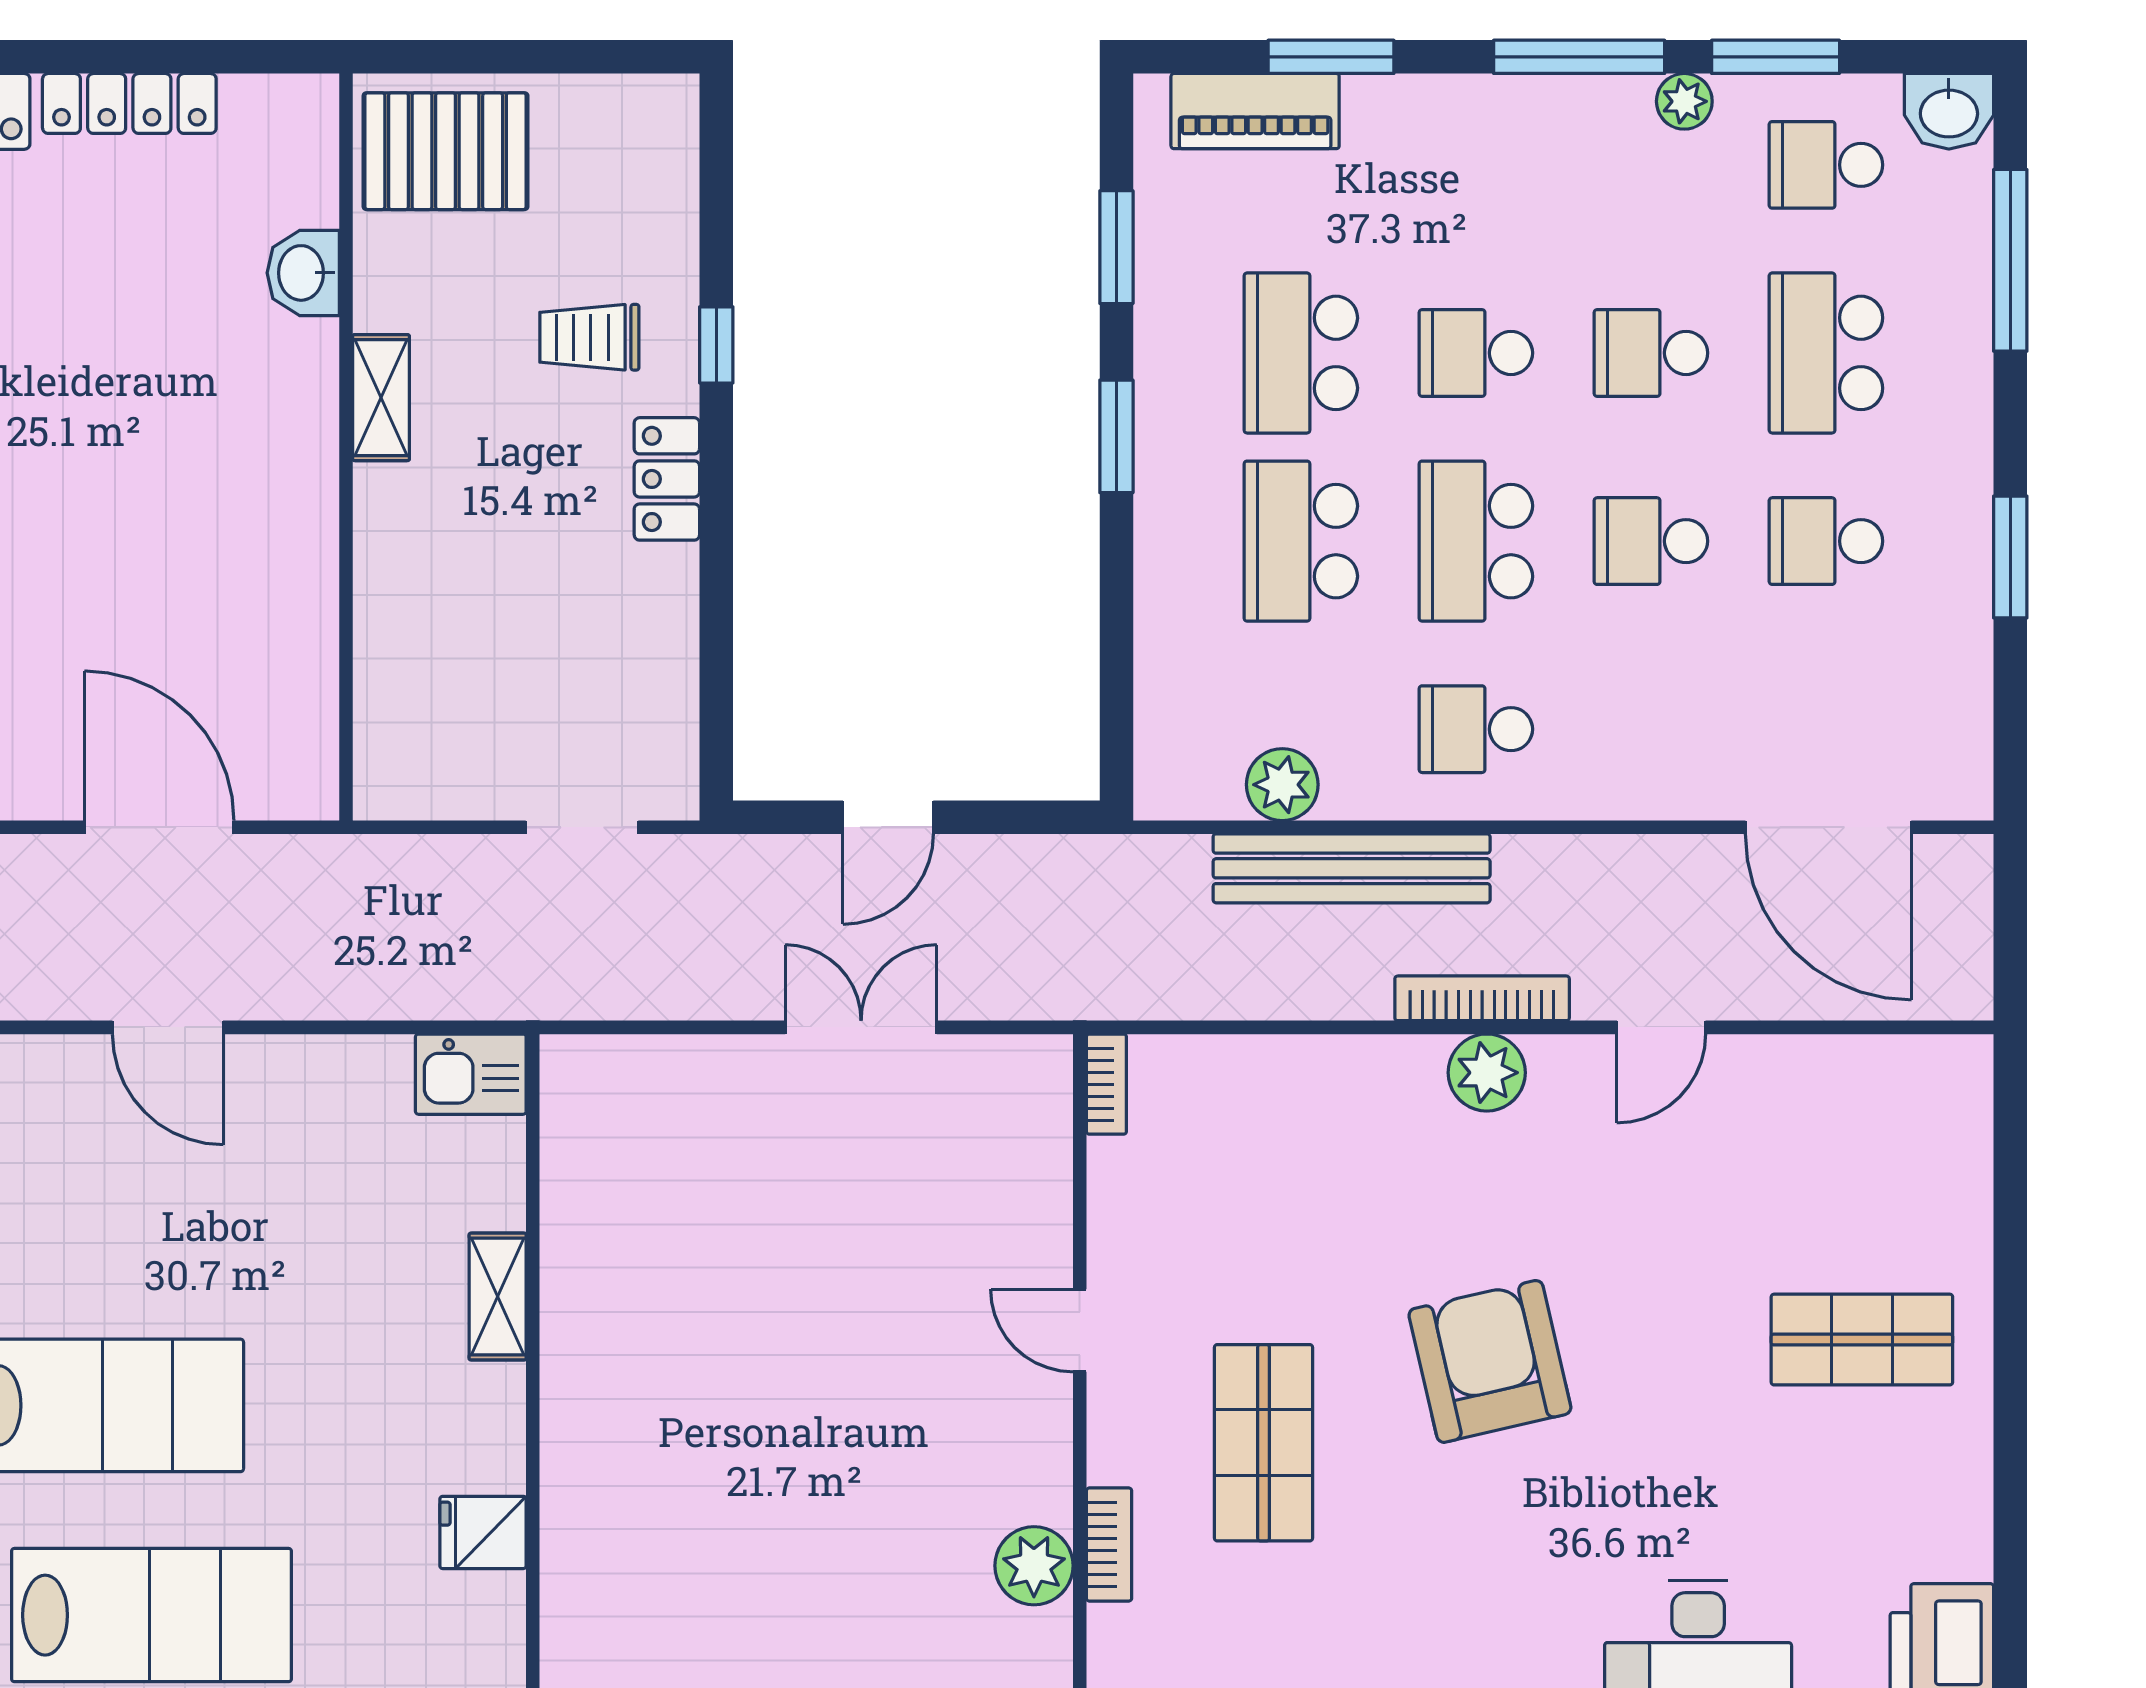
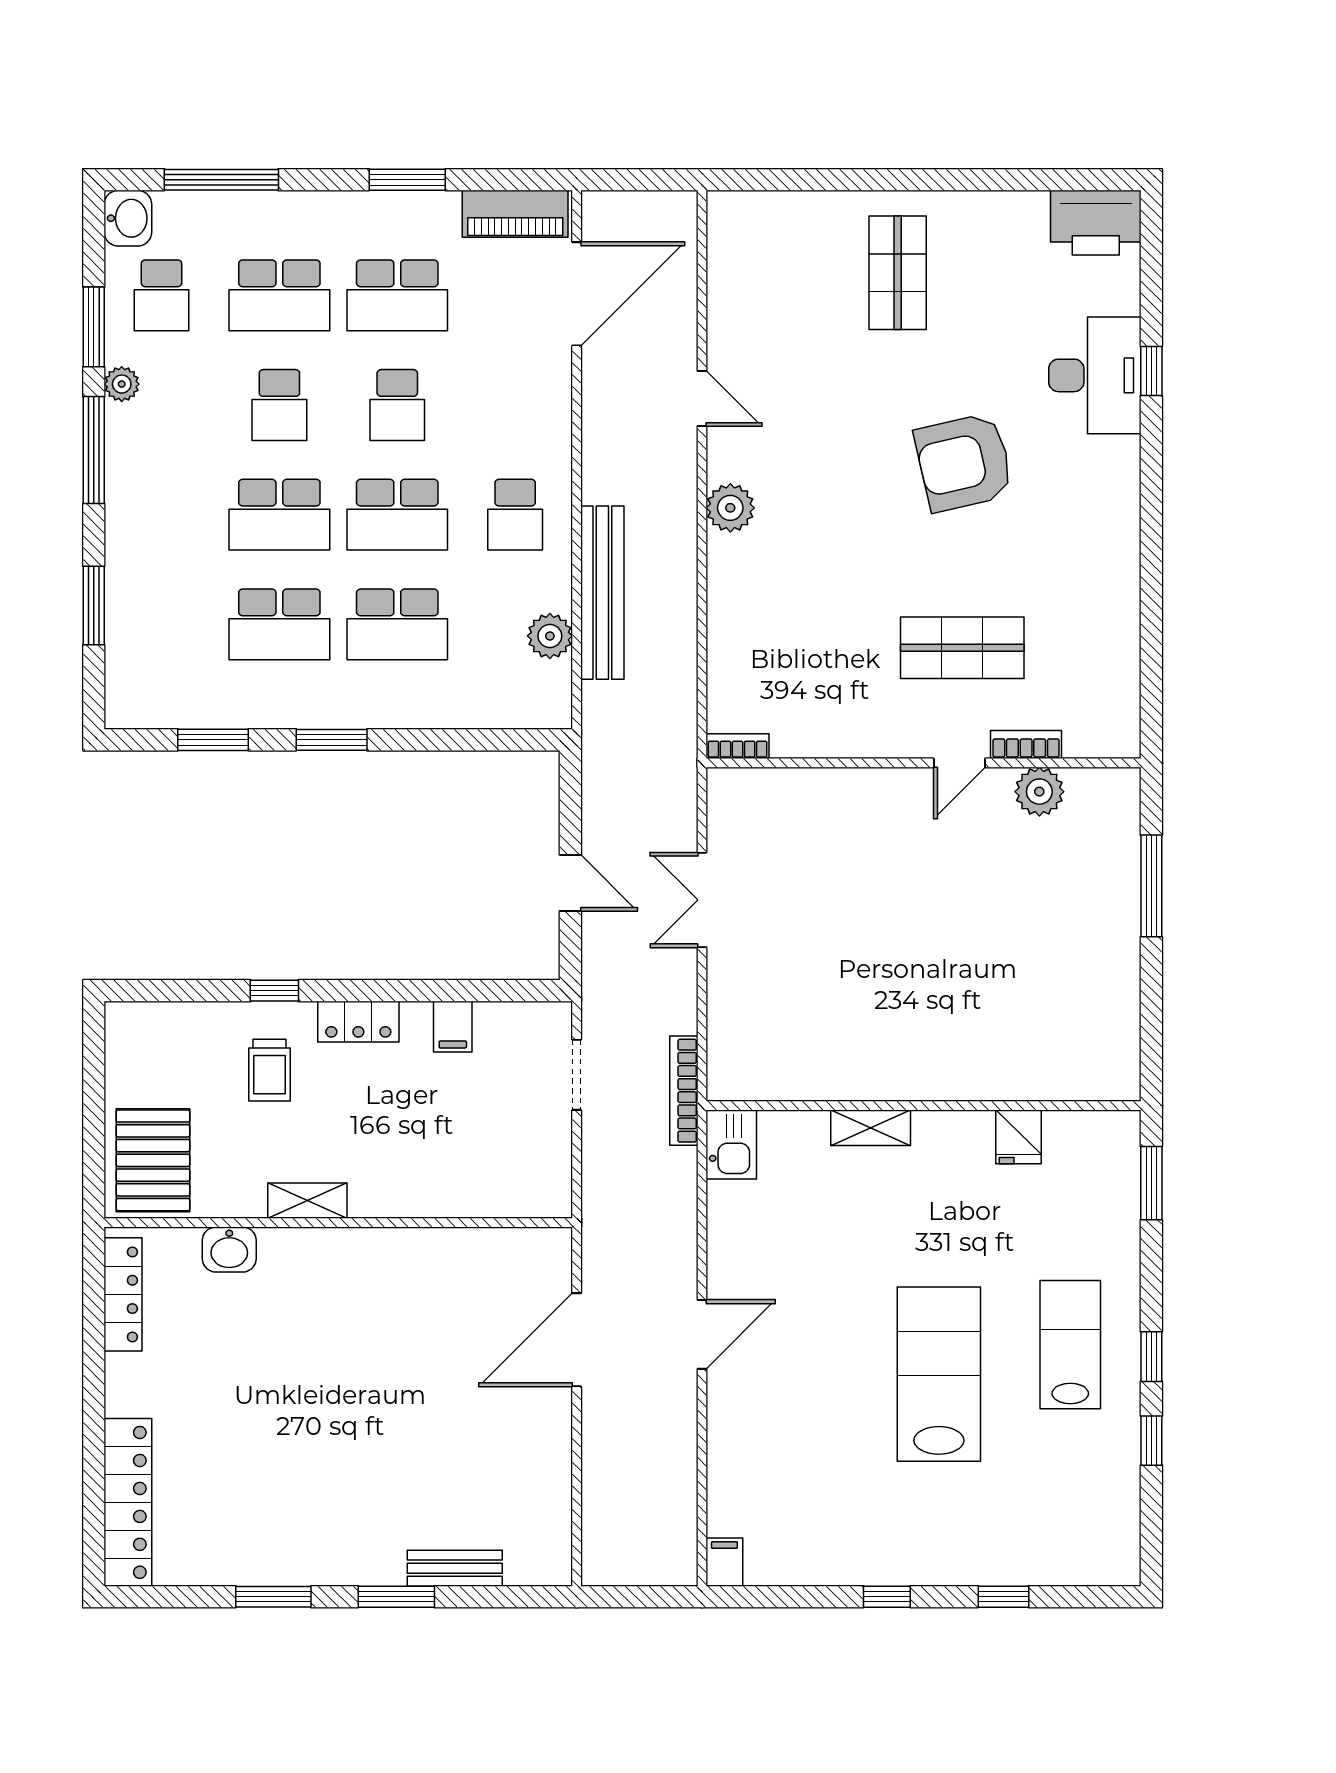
locker: (129, 103) -> (123, 1294), moved
piano: (1255, 111) -> (515, 214), moved, turned 90
school desk: (1476, 353) -> (279, 515), width x1.85
school desk: (1826, 541) -> (397, 295), width x1.85
filing cabinet: (659, 630) -> (453, 1027), added
bookcase: (1482, 998) -> (684, 1091), moved
door: (1080, 1331) -> (959, 763), moved
armchair: (1490, 1361) -> (964, 462), moved
lab bench: (151, 1615) -> (1070, 1345), width x0.73, depth x0.72

